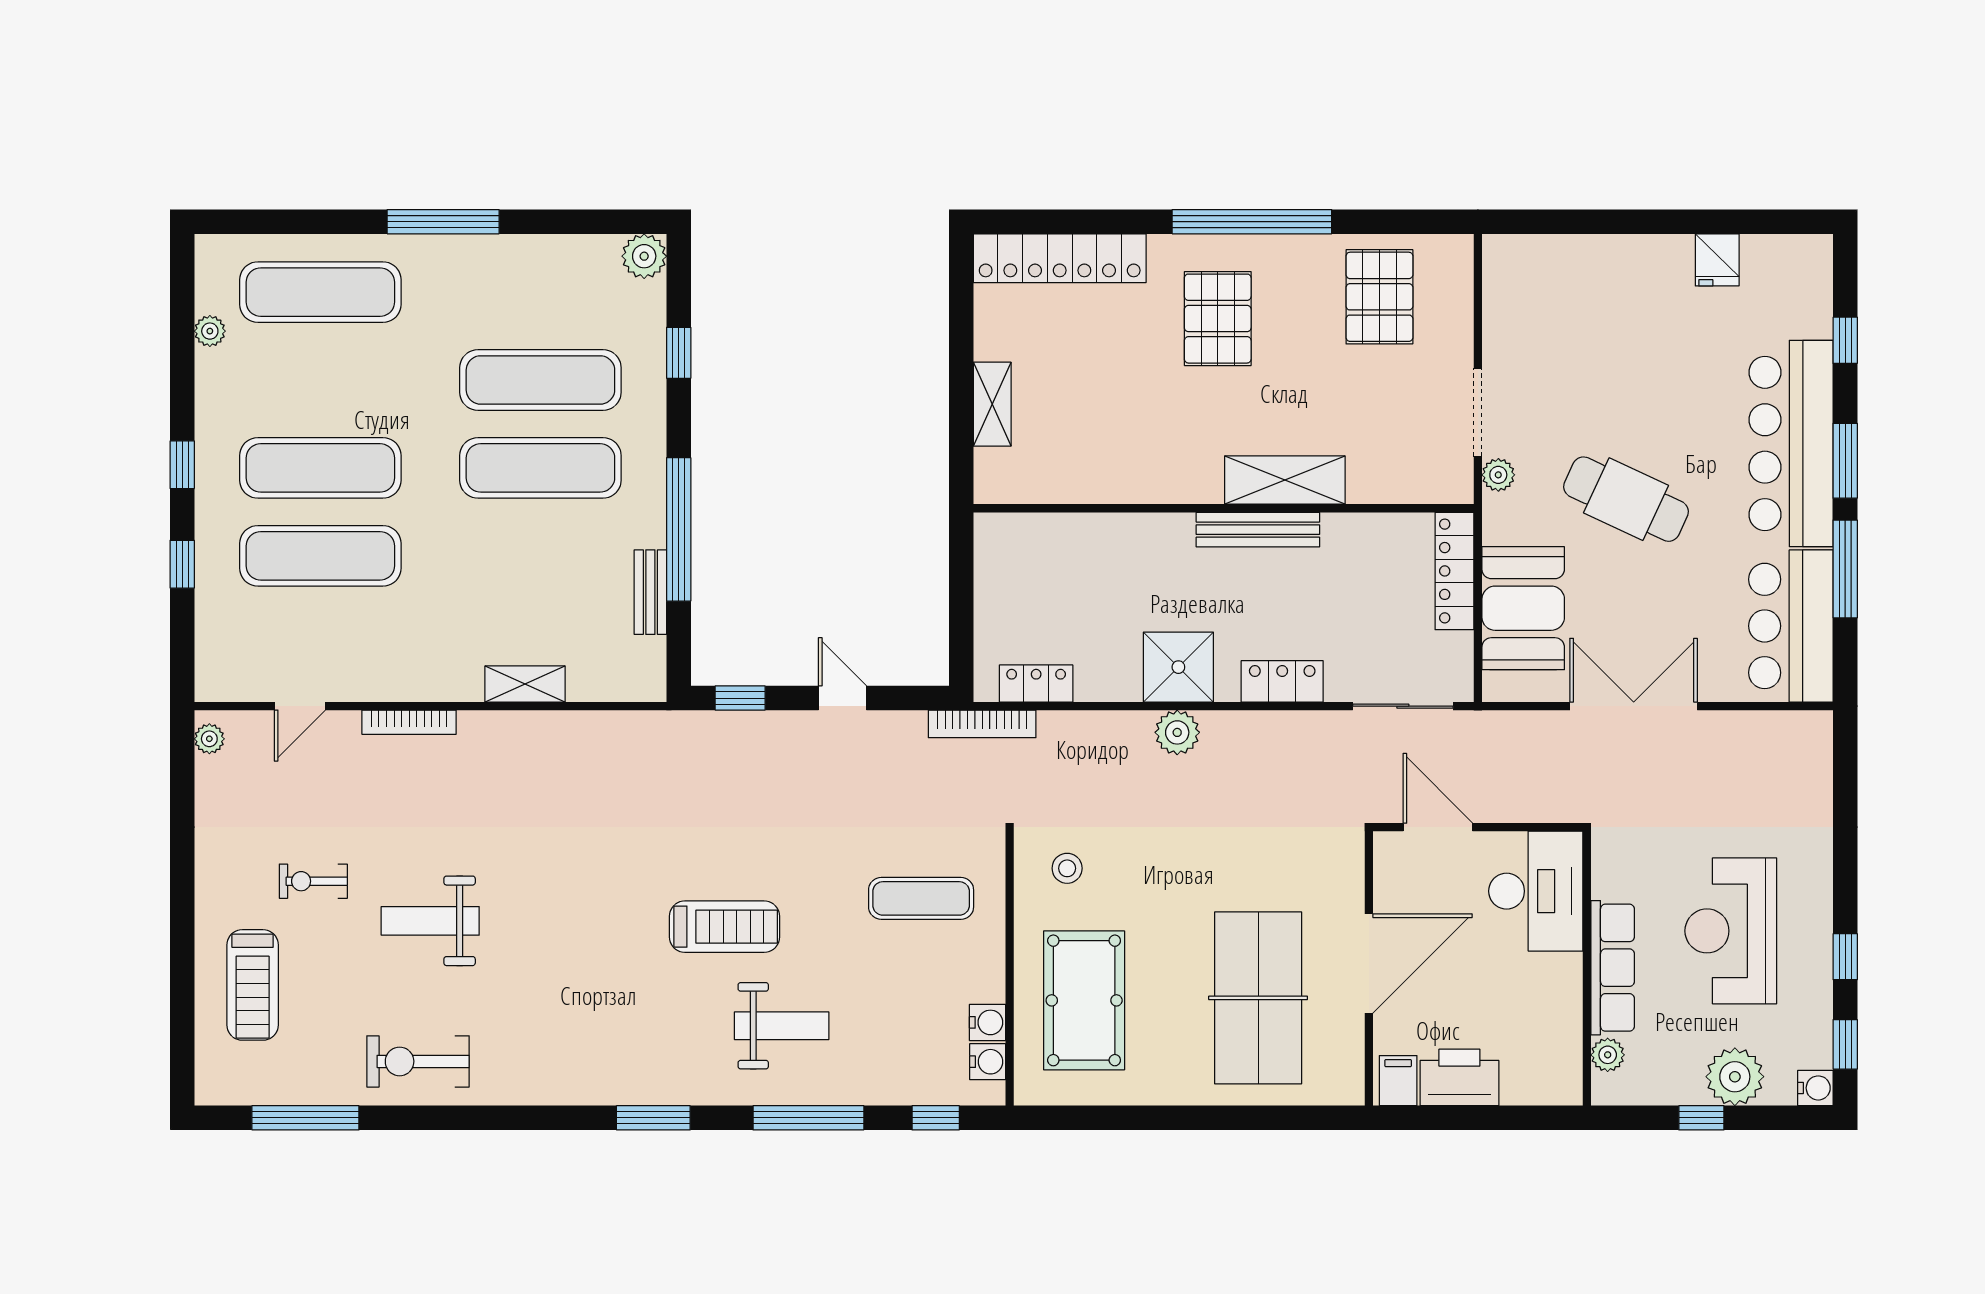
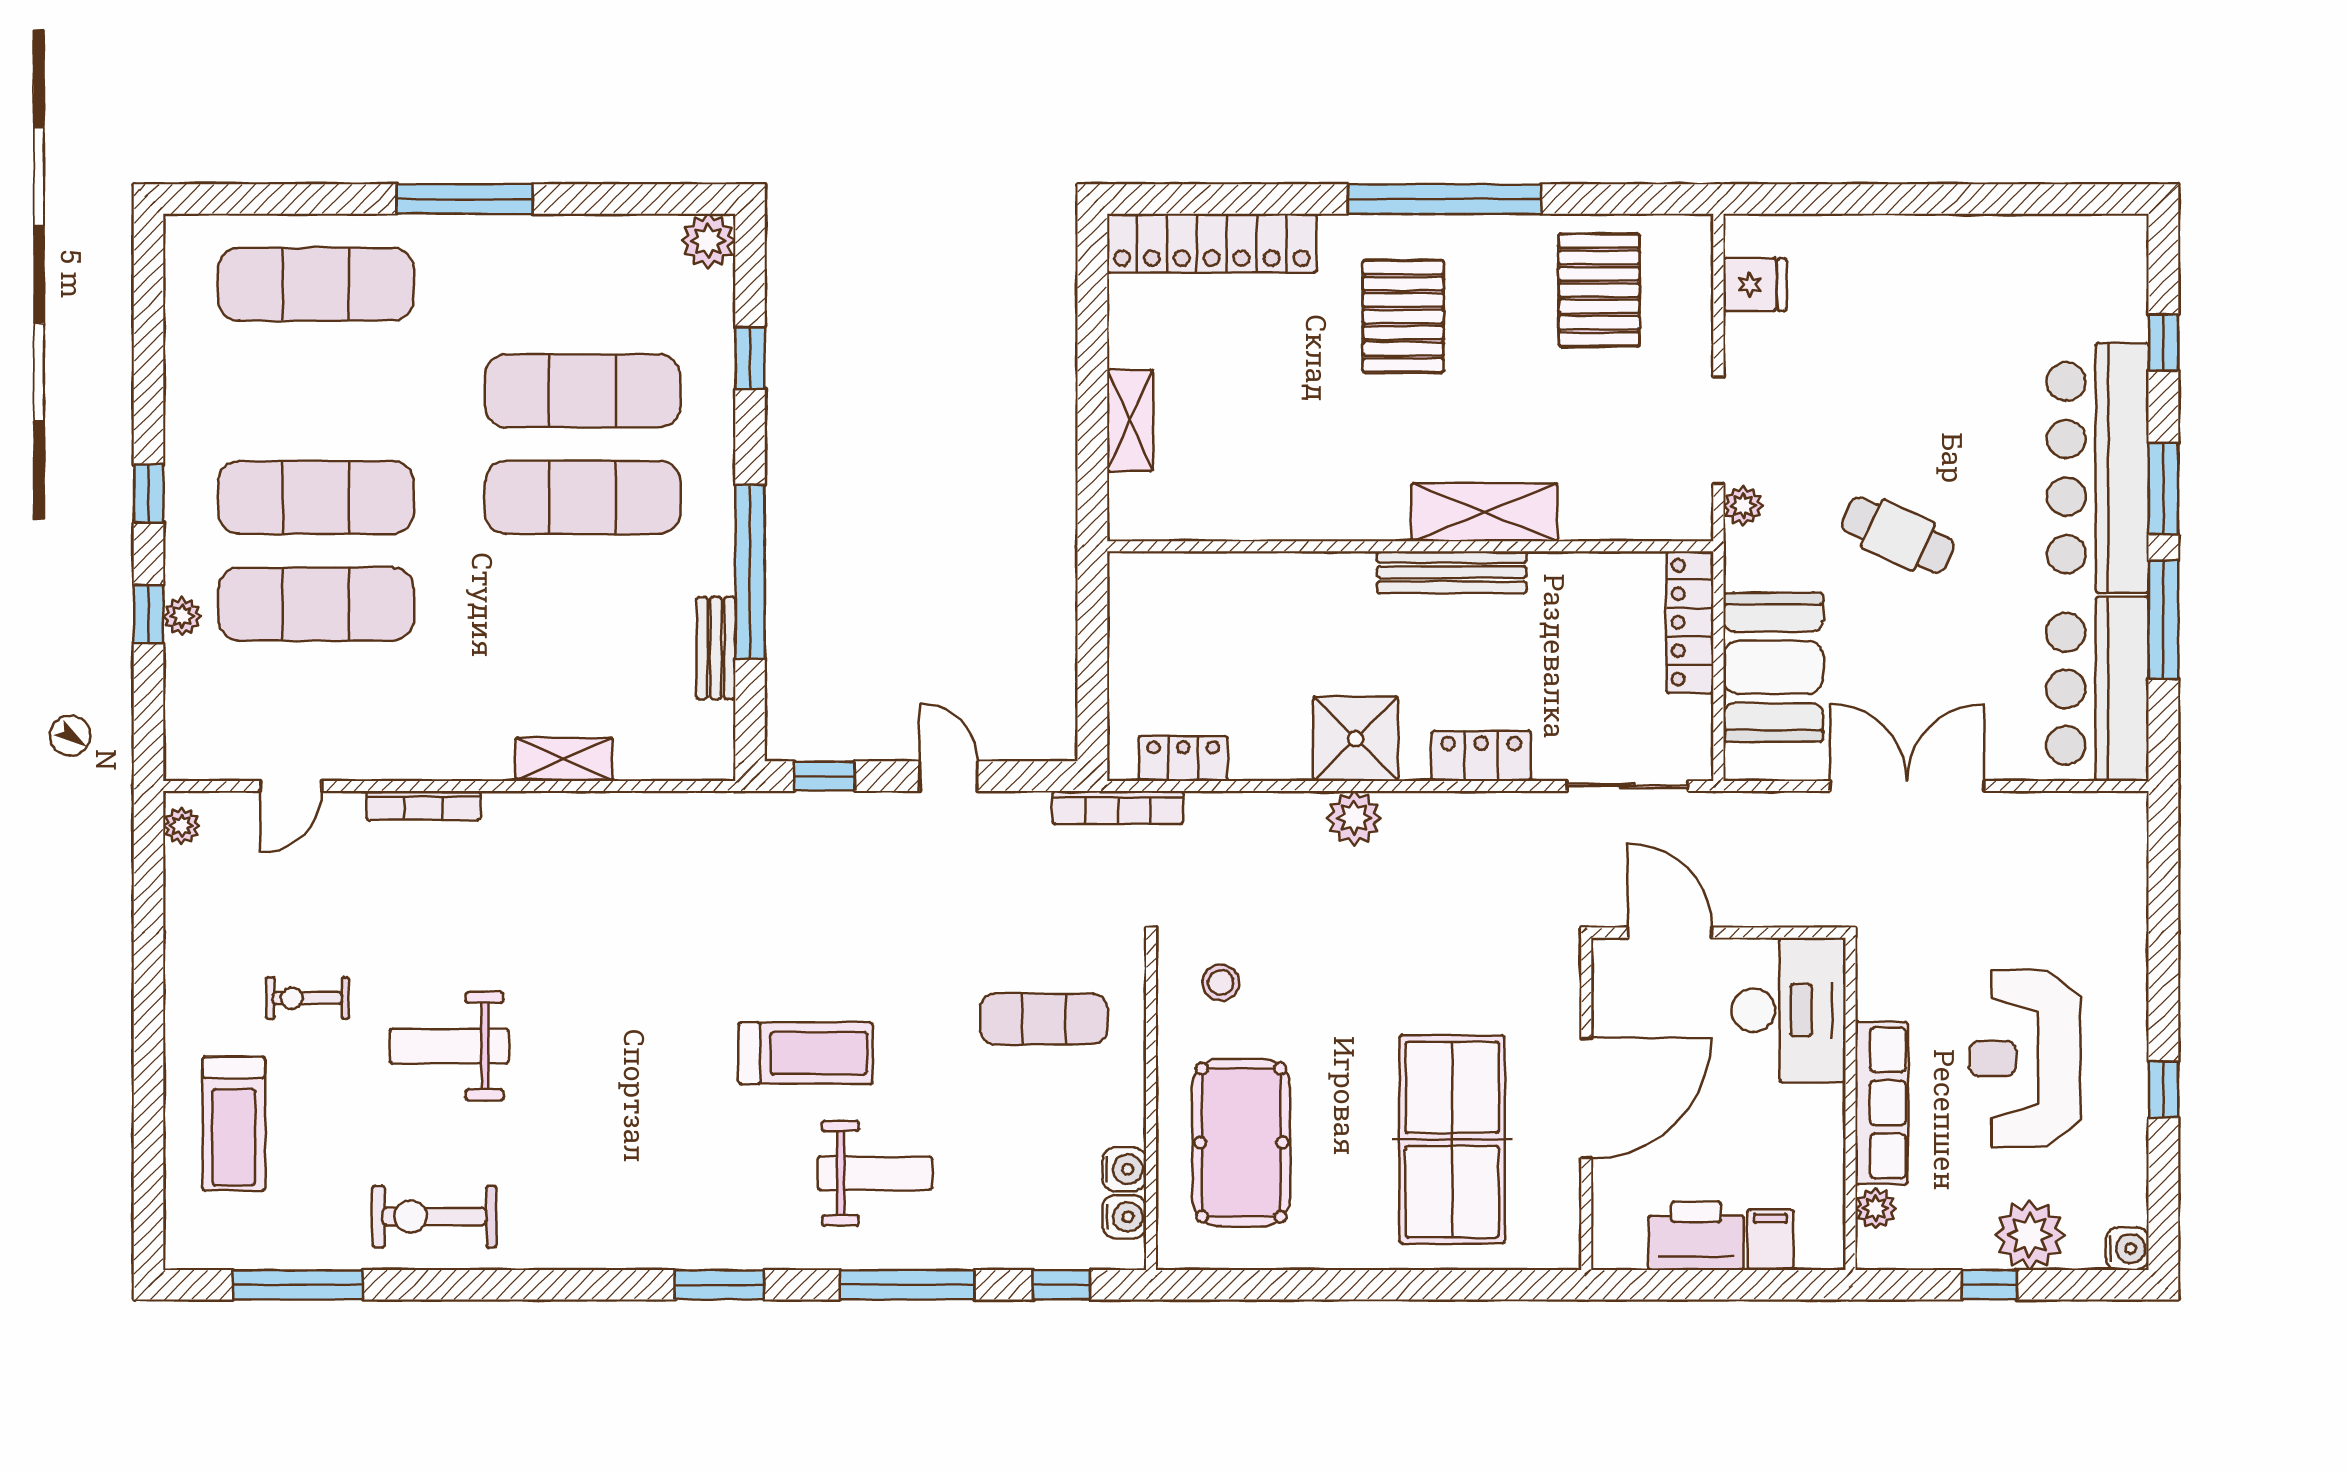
fridge: (1717, 260) -> (1755, 285), moved, turned -90
plant: (210, 331) -> (182, 616), moved
cafe table: (1626, 499) -> (1898, 535), width x0.73, depth x0.74
window: (1845, 1044) -> (2163, 1196), removed
filing cabinet: (1398, 1081) -> (1770, 1240), moved

